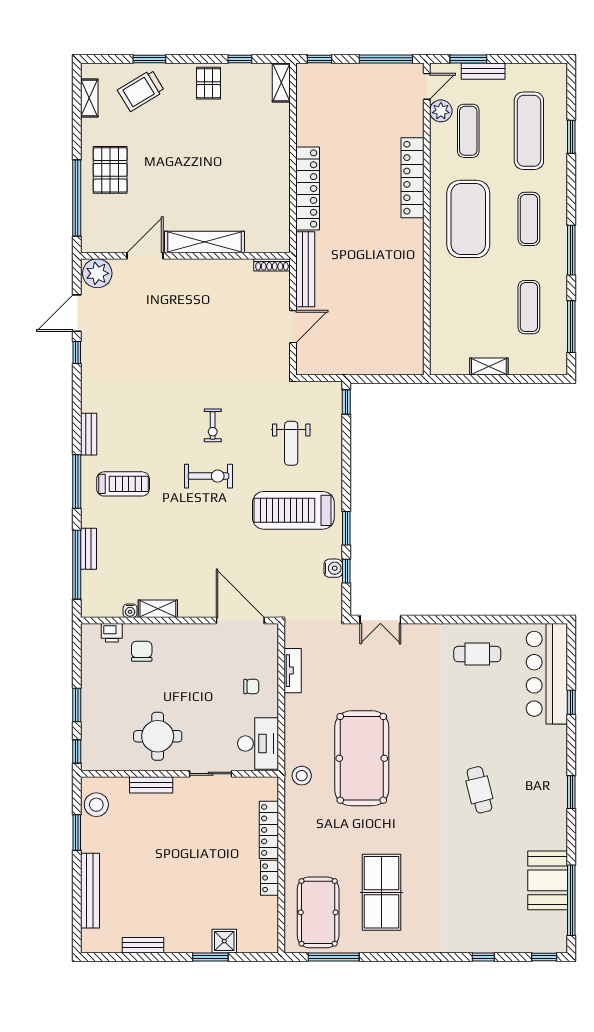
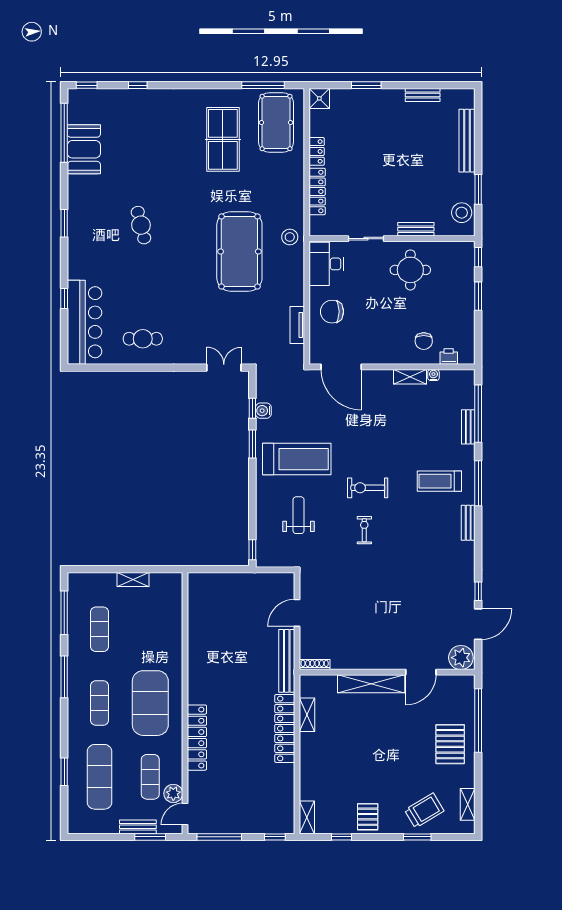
shelving: (281, 205) -> (307, 715), added
chair: (251, 686) -> (332, 312), width x1.87, depth x1.87
shower: (224, 941) -> (319, 98), moved

